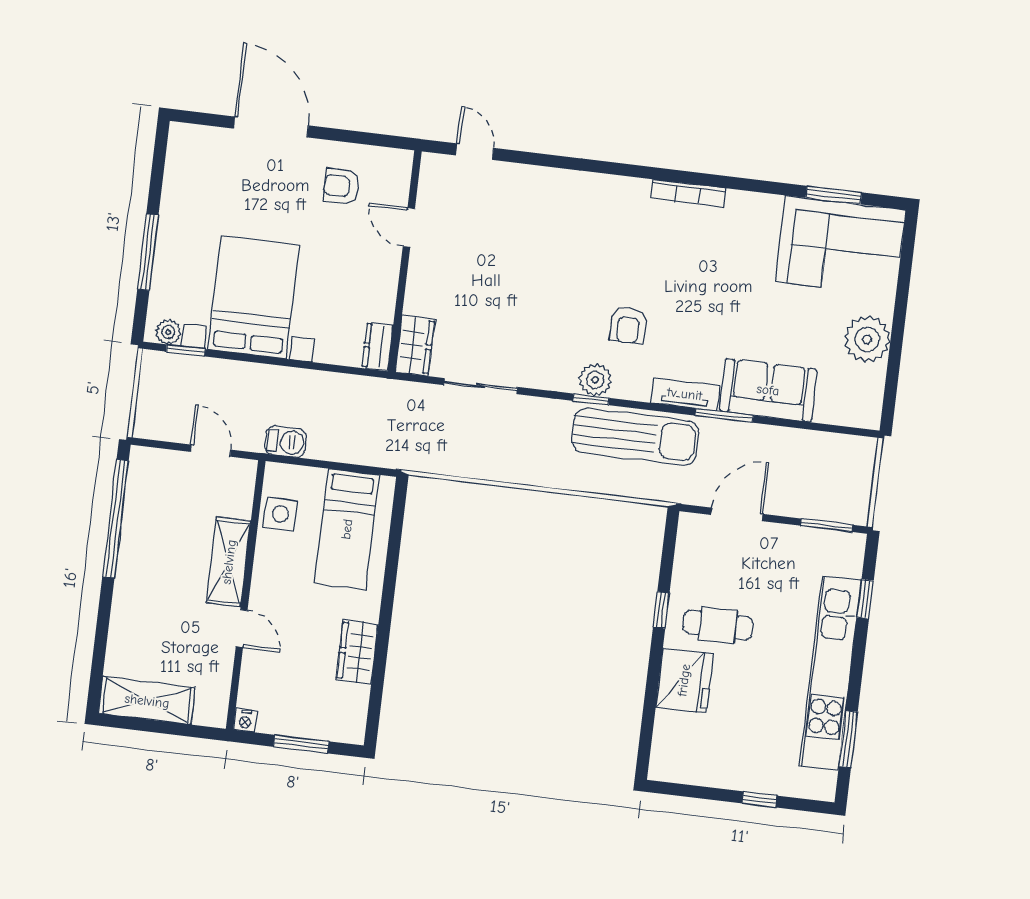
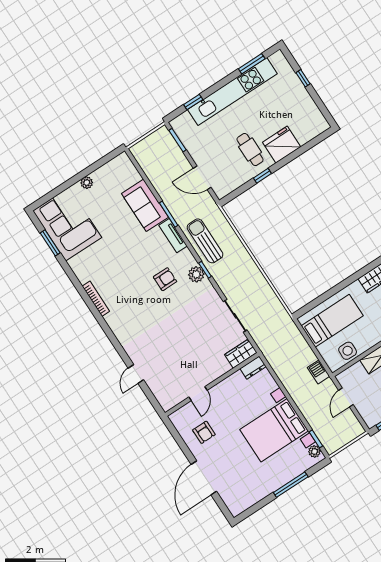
door: (475, 152) -> (136, 374), moved
plant: (867, 339) -> (87, 183), width x0.53, depth x0.53
sun lounger: (635, 437) -> (205, 241), width x0.73, depth x0.75

